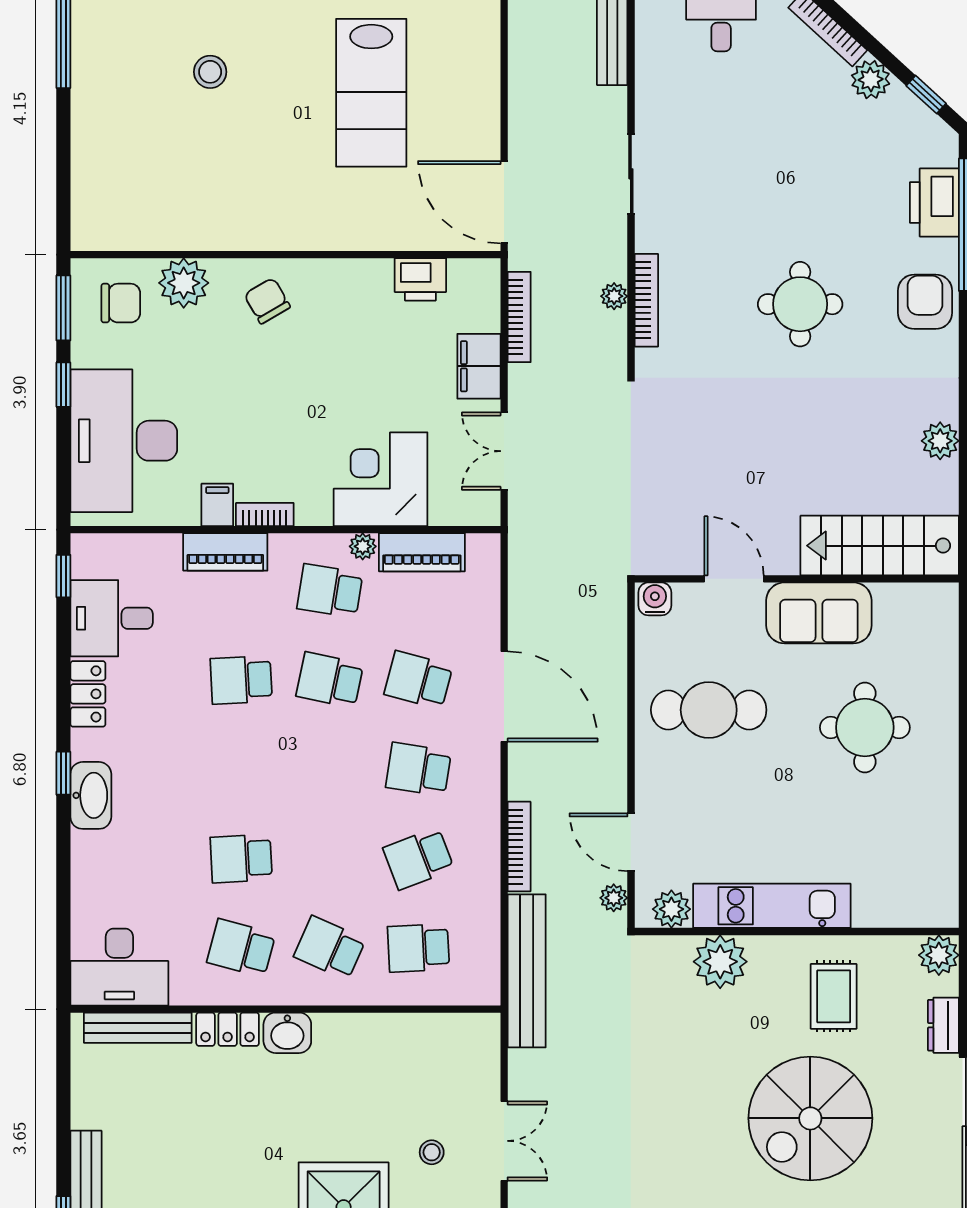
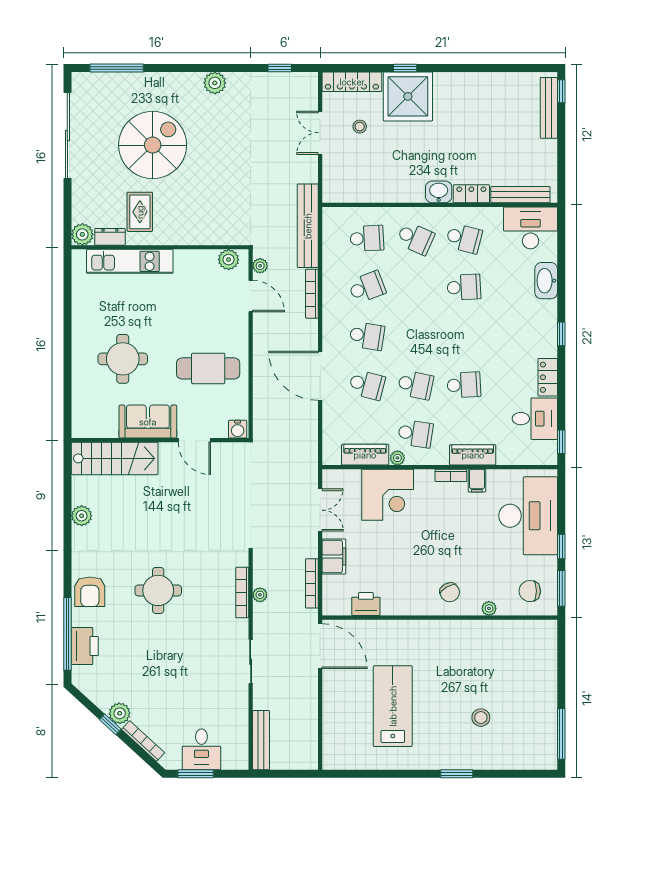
window: (926, 95) -> (110, 724), moved
plant: (184, 283) -> (489, 608), width x0.53, depth x0.53
washbasin: (91, 795) -> (546, 281), moved
kitchen unit: (772, 906) -> (130, 261), moved
plant: (720, 962) -> (202, 231), removed
dresser: (943, 1025) -> (110, 237), moved, turned -90

